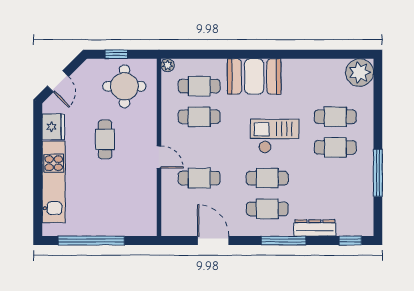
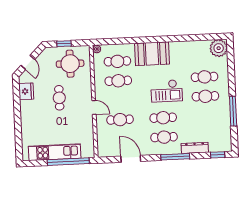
checkout: (275, 136) -> (167, 91), turned 180
kitchen unit: (54, 182) -> (55, 152), moved, turned -90
window: (91, 241) -> (68, 162), moved

